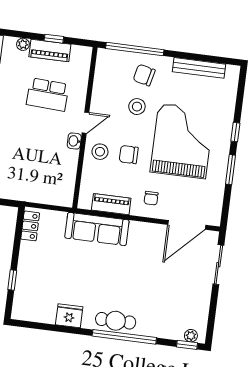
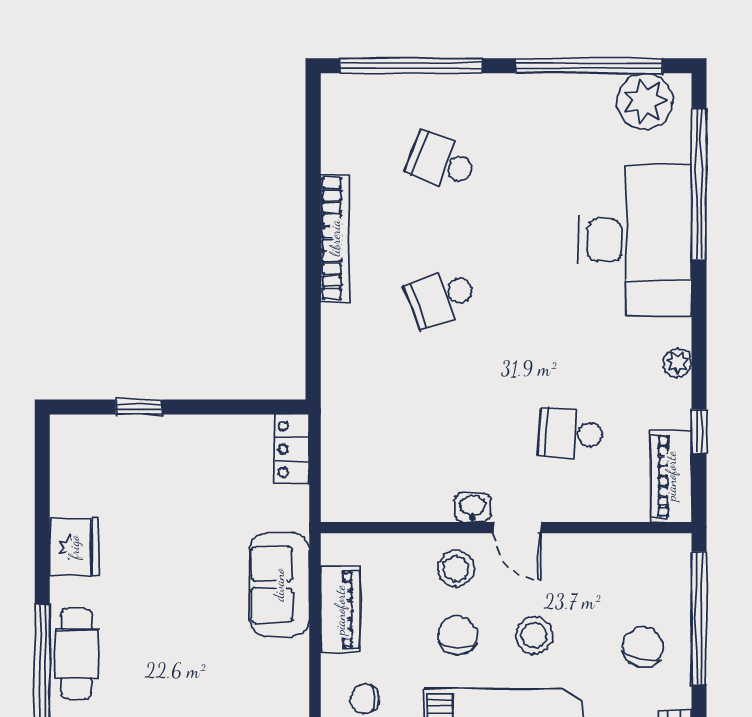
piano: (50, 51) -> (671, 476), moved
school desk: (48, 94) -> (570, 434), width x0.54
stool: (137, 107) -> (534, 635), moved
locker: (30, 226) -> (292, 449), moved, turned 90
sofa: (97, 229) -> (279, 585), width x0.73

